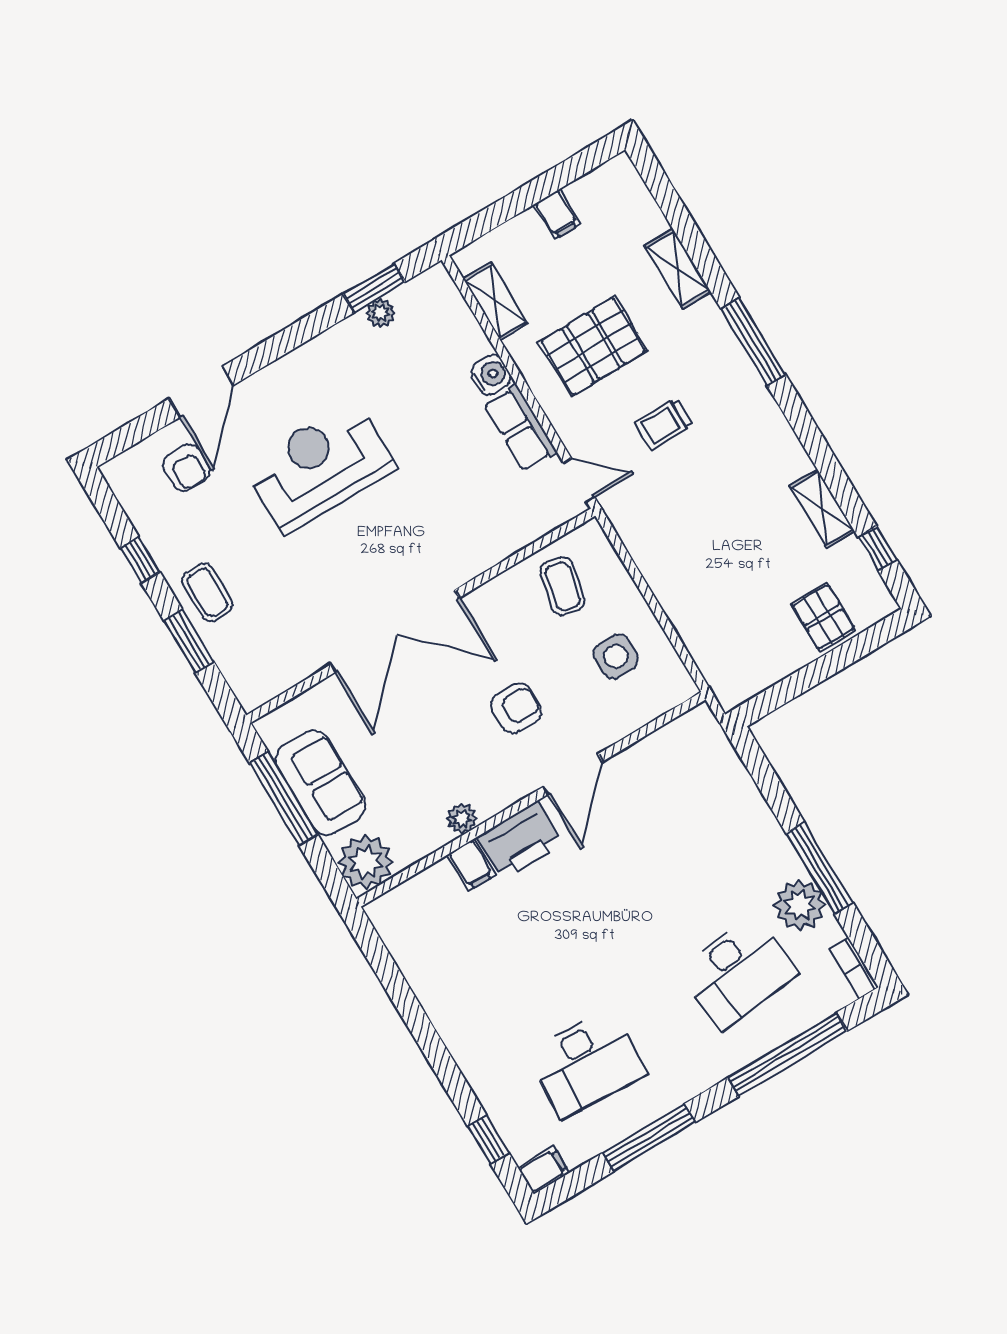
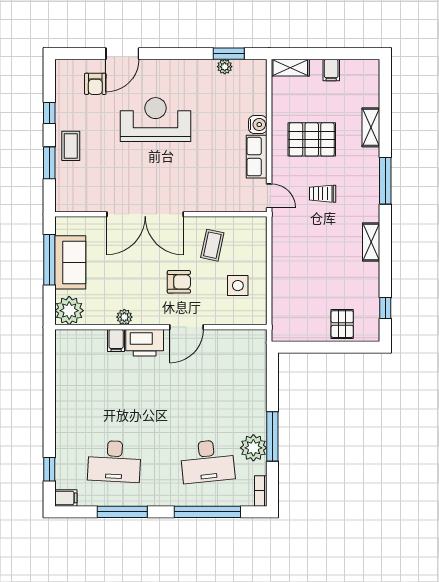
shelving: (495, 301) -> (290, 68), moved, turned 90
shelving: (822, 509) -> (371, 242), moved
coffee table: (563, 586) -> (212, 245), moved

